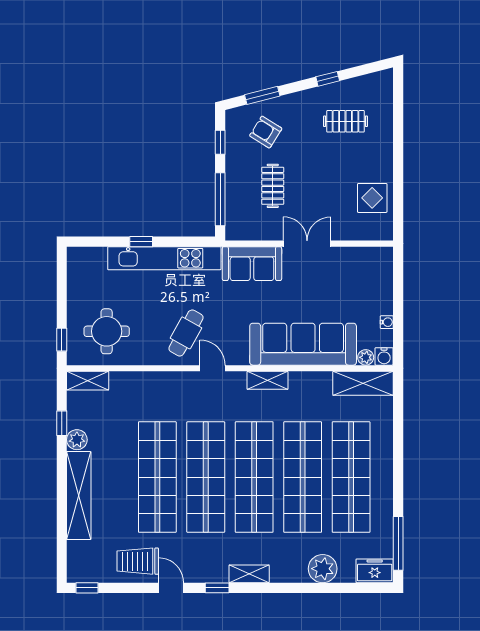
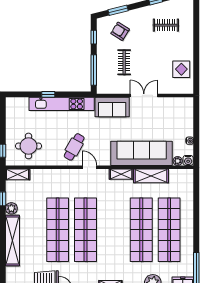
shelving: (363, 383) -> (151, 176), moved
shop shelf: (254, 477) -> (113, 230), removed

